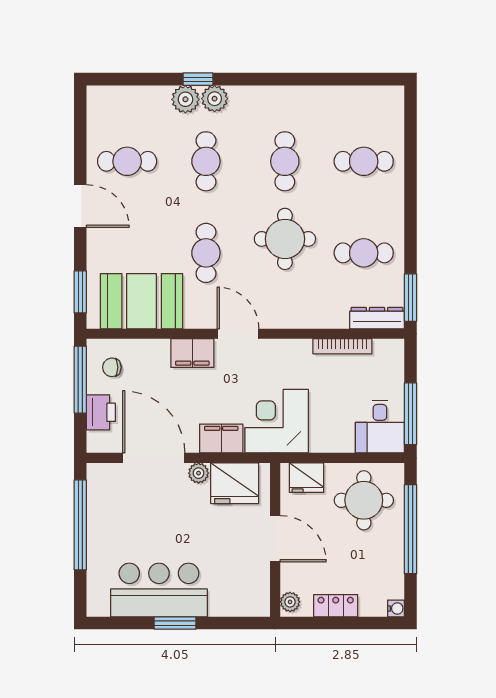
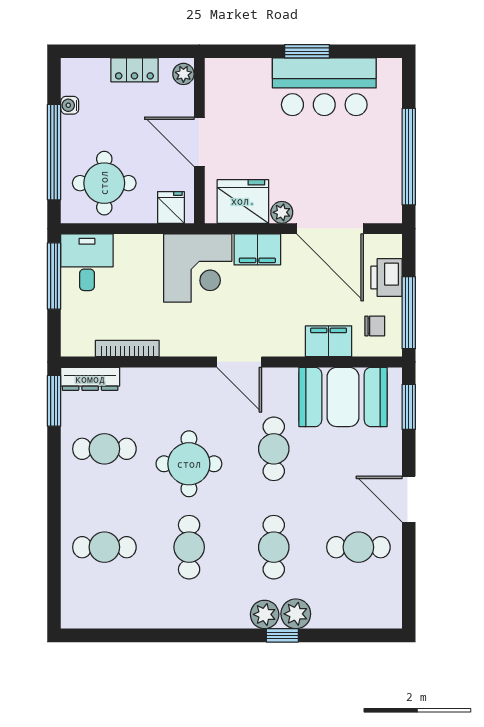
filing cabinet: (192, 353) -> (329, 341), moved
fridge: (306, 478) -> (171, 207), width x0.72
water cooler: (396, 608) -> (70, 105), moved

